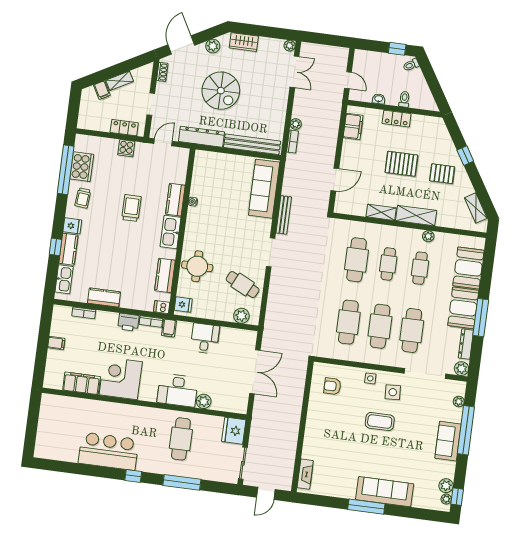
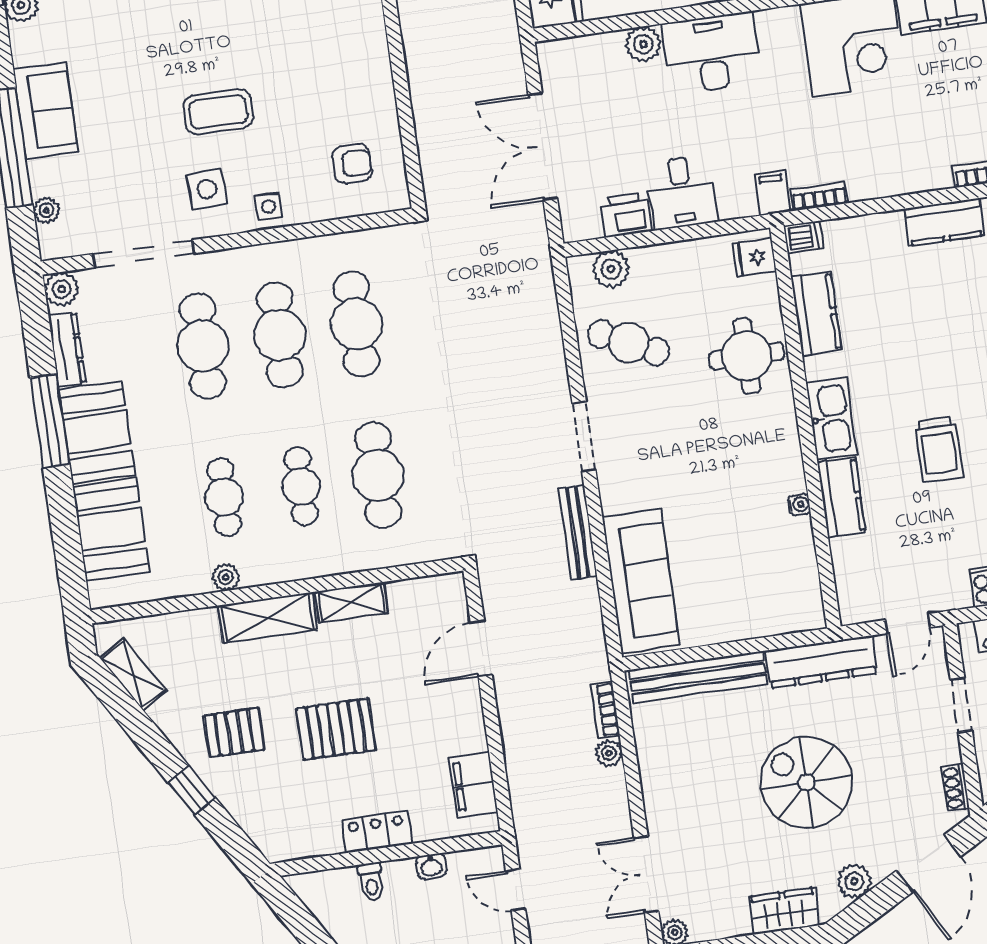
printer: (128, 322) -> (626, 215), moved

